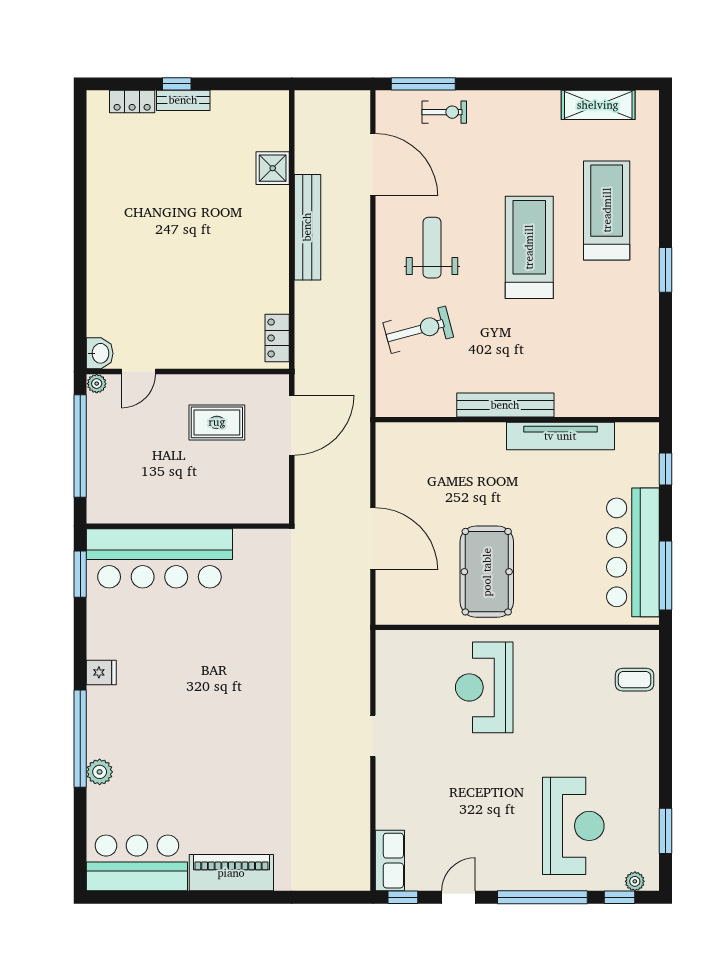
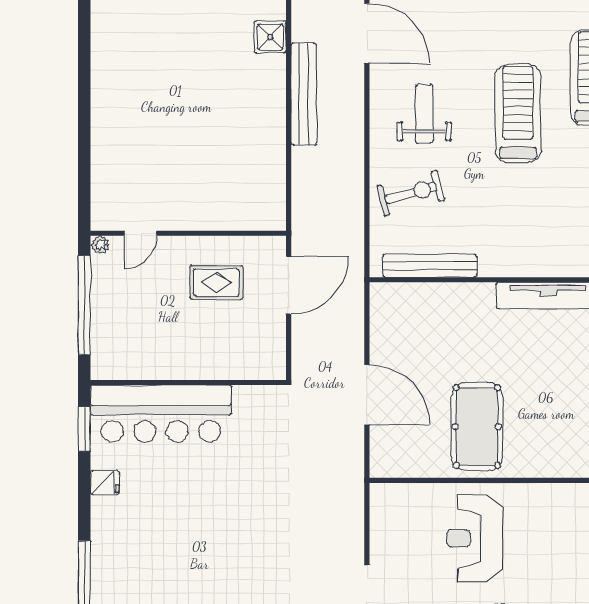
locker: (277, 338) -> (275, 201), removed
washbasin: (100, 353) -> (103, 216), removed
bench: (505, 405) -> (430, 266), moved
fridge: (101, 672) -> (105, 482), moved

